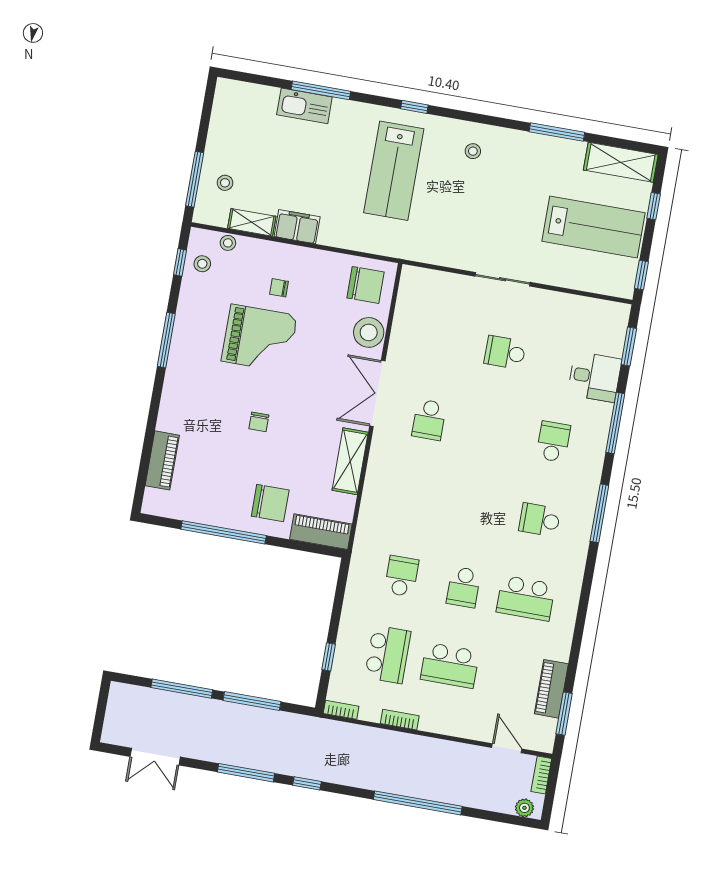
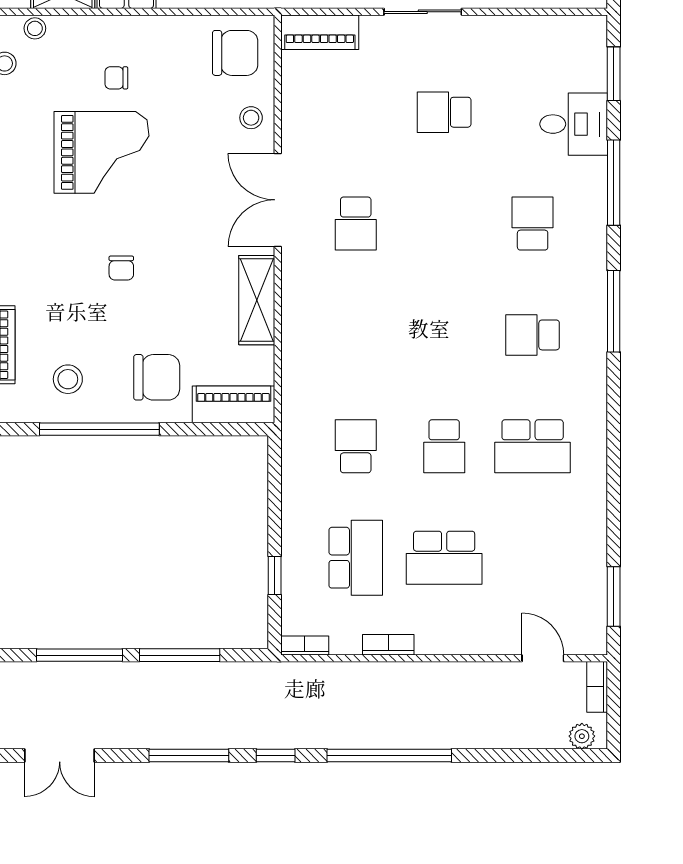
stool: (369, 332) -> (251, 118), width x0.53, depth x0.53
stool: (208, 493) -> (68, 379), added
piano: (551, 689) -> (320, 32), moved, turned -90
window: (418, 803) -> (389, 755), moved

